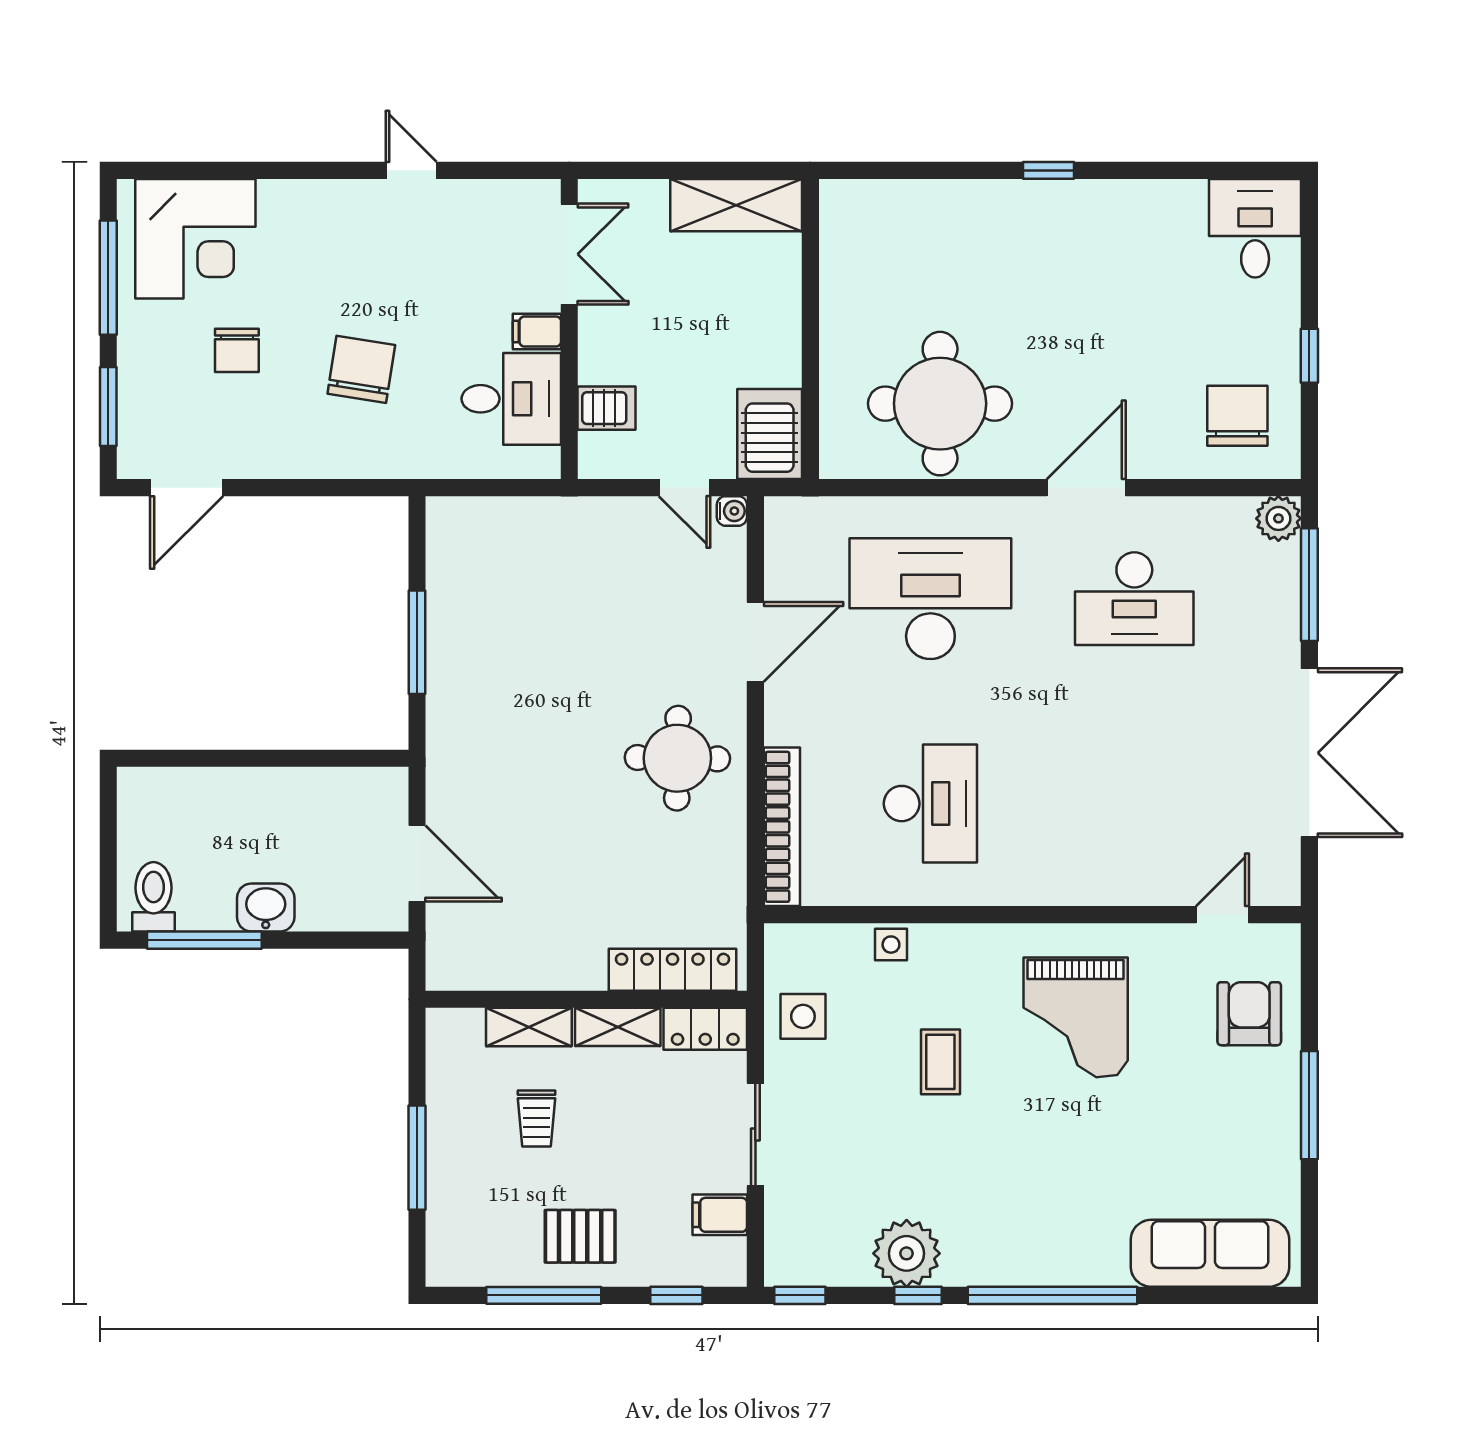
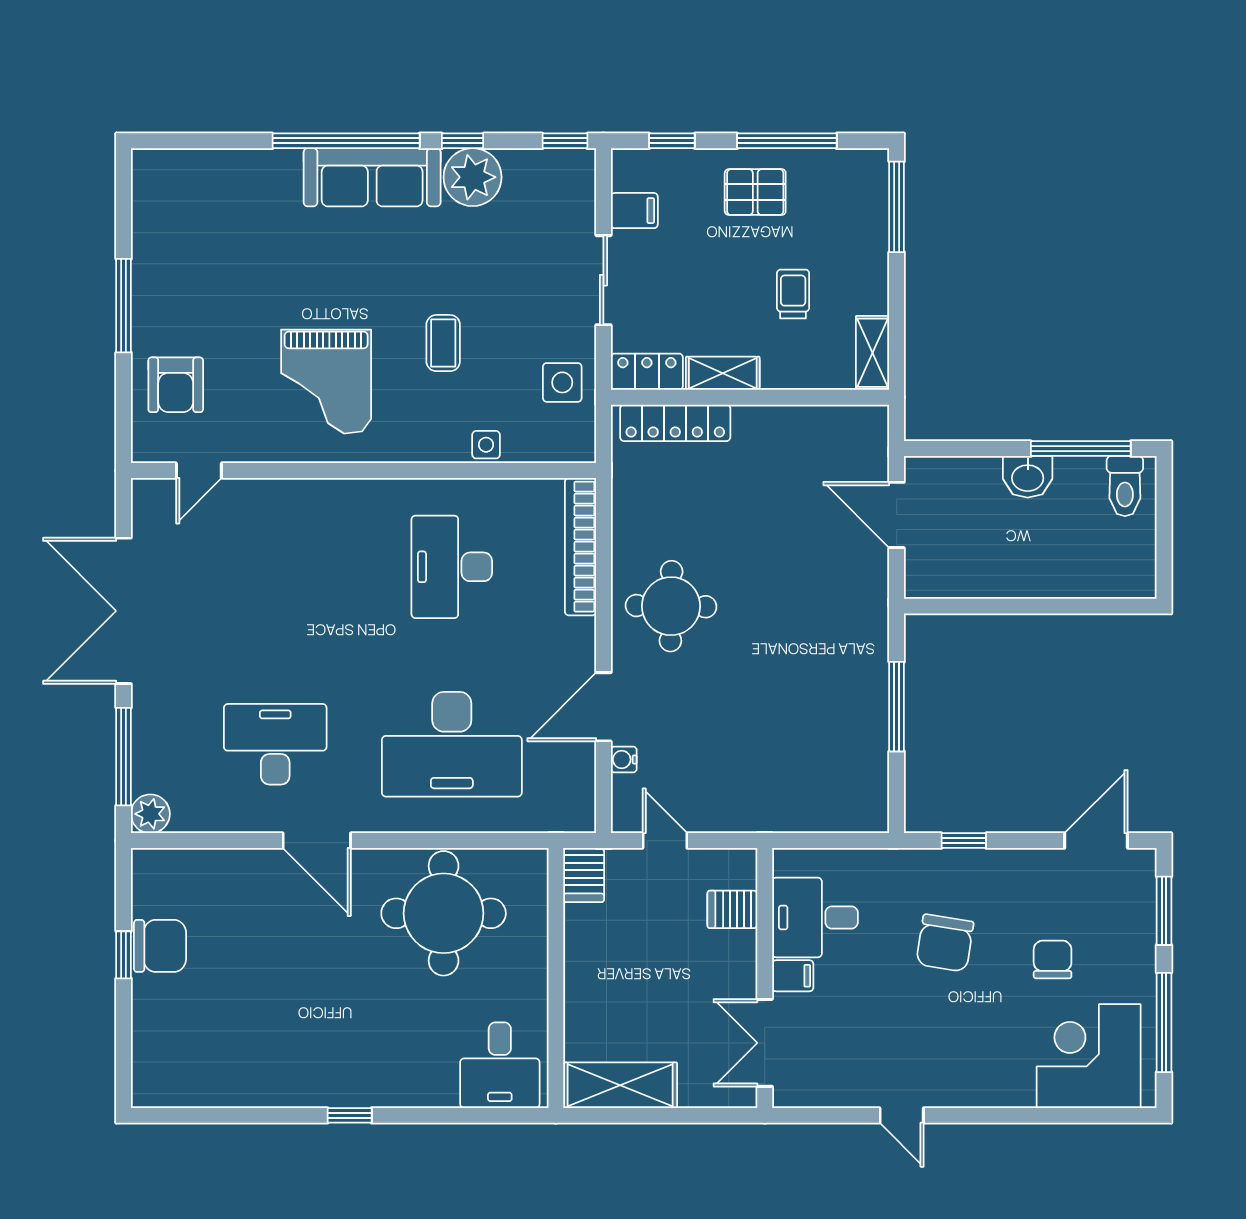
desk: (1255, 228) -> (500, 1065), moved
chair: (1237, 416) -> (160, 946), moved, turned -90
server rack: (770, 434) -> (584, 875), width x0.73, depth x0.70
window: (339, 488) -> (964, 841), added
door: (1086, 488) -> (317, 841), hinge flipped
water cooler: (732, 511) -> (624, 759), moved
grand piano: (1076, 1017) -> (326, 382), turned 180
shelving: (529, 1027) -> (873, 353), moved, turned 90
window: (417, 1158) -> (897, 207), moved
sofa: (1210, 1253) -> (372, 177), moved

